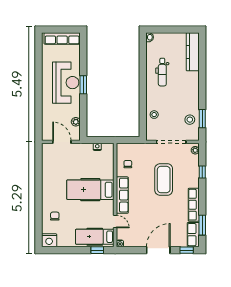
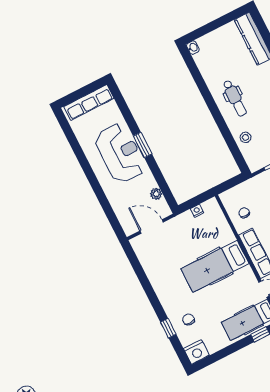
dental chair: (162, 72) -> (235, 98), moved
window: (38, 215) -> (168, 328), added

